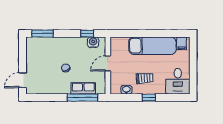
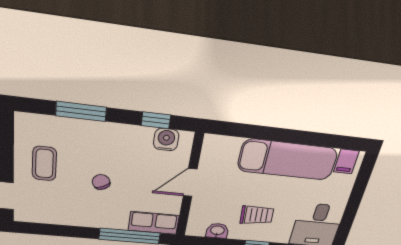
window: (43, 34) -> (81, 111), moved
coffee table: (39, 61) -> (44, 164), added
row of seats: (83, 88) -> (154, 223), moved

